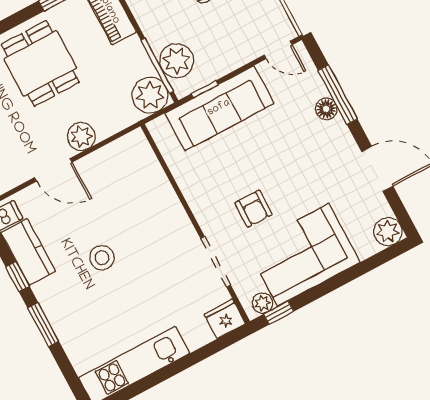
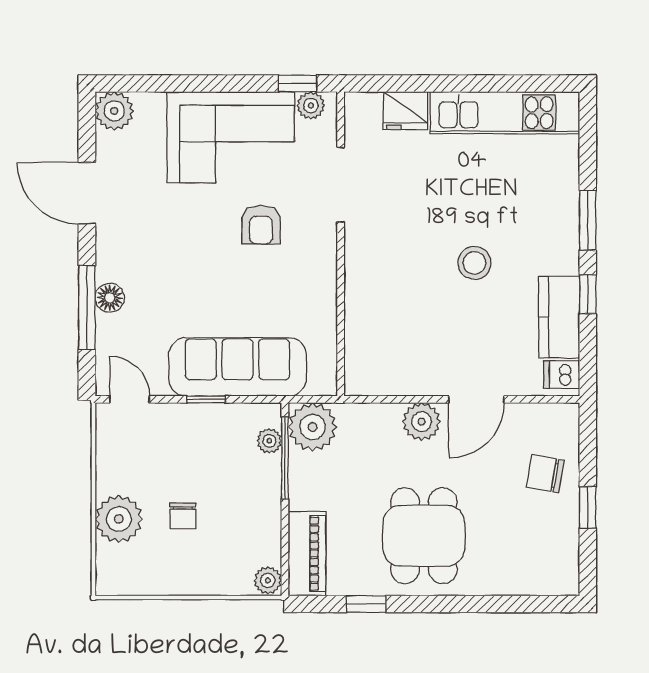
plant: (177, 61) -> (269, 441), width x0.53, depth x0.53
window: (205, 89) -> (206, 399), moved
door: (53, 170) -> (476, 399), swing flipped
armchair: (253, 209) -> (261, 225), turned 180
fridge: (225, 319) -> (405, 111), moved

